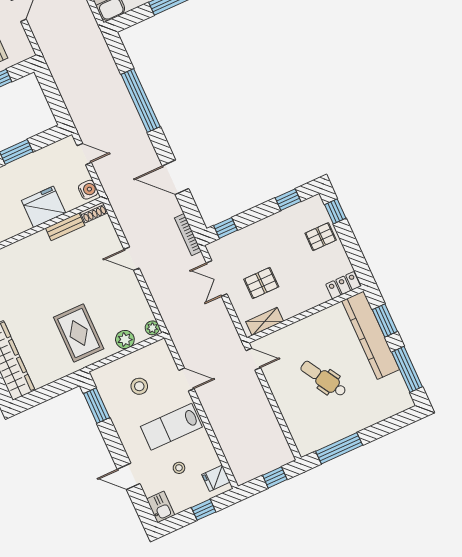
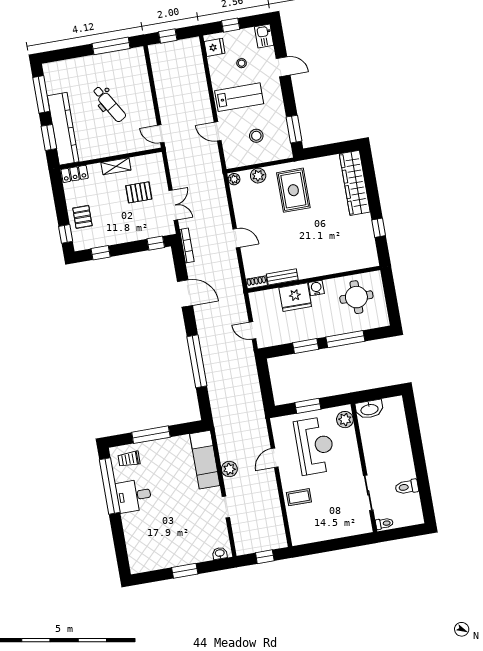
water cooler: (88, 190) -> (316, 288), moved, turned 90
pallet: (321, 237) -> (82, 217), turned 90
shelving: (265, 321) -> (116, 166), moved

